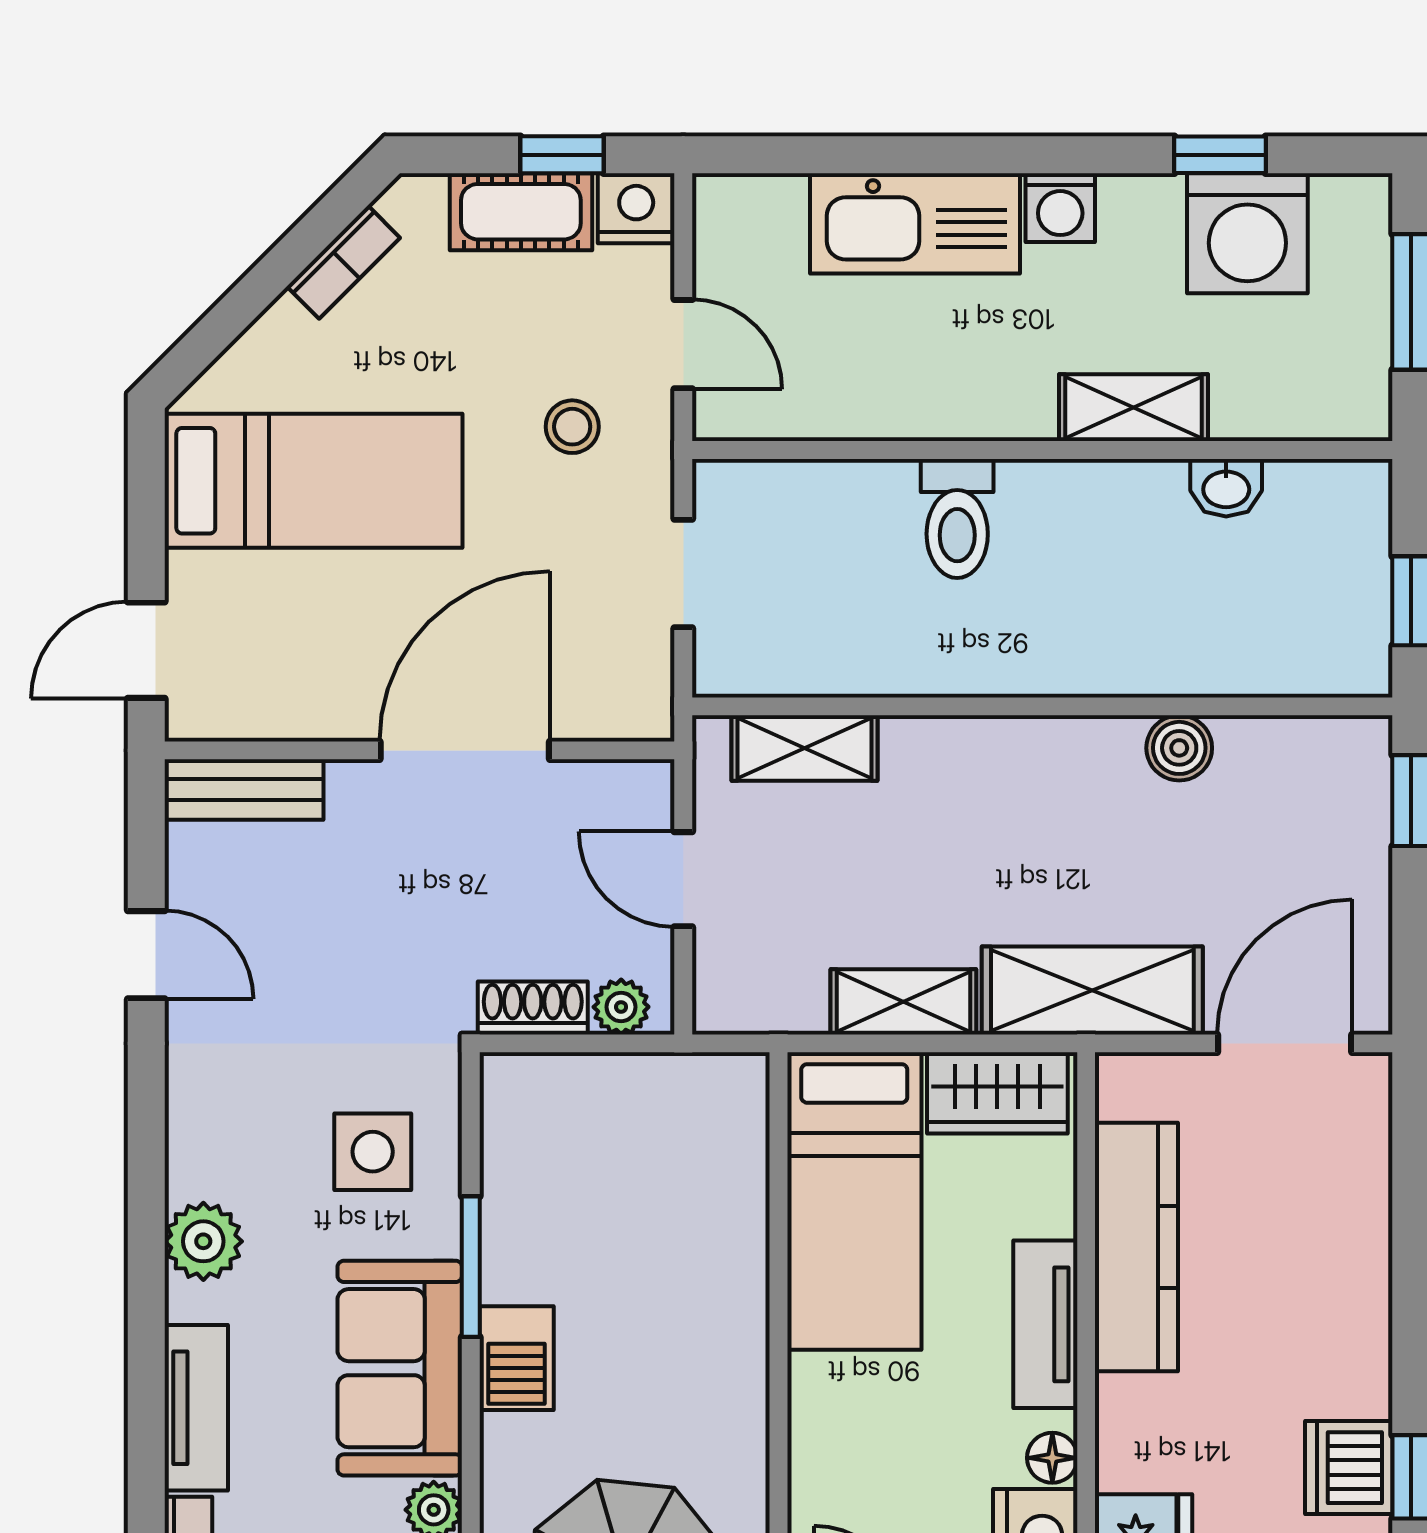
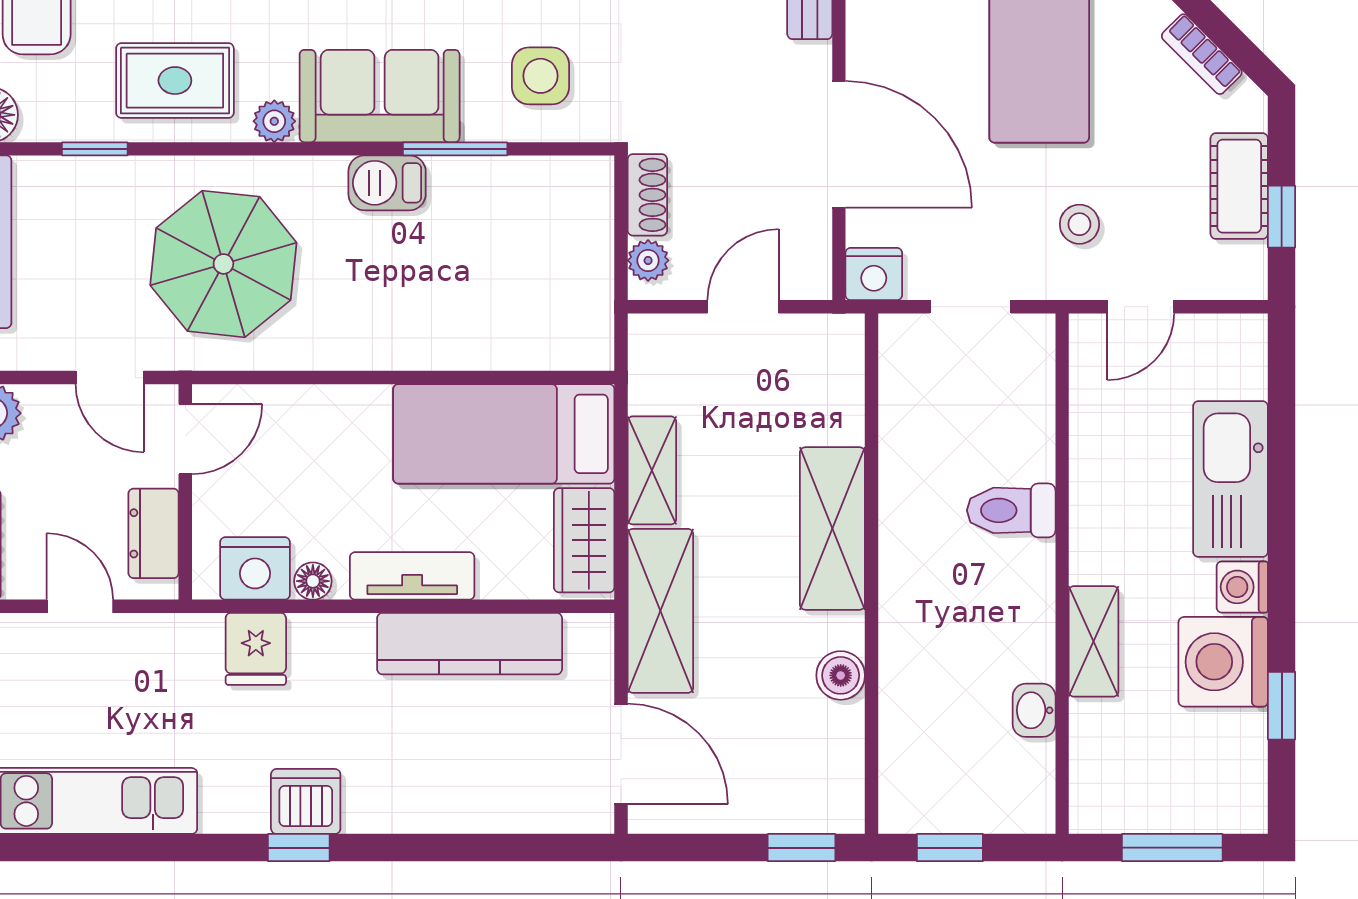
nightstand: (636, 208) -> (874, 274), moved, turned 90
washing machine: (1247, 233) -> (1223, 662), moved
shelving: (804, 748) -> (832, 528), moved, width x1.50, depth x1.33

